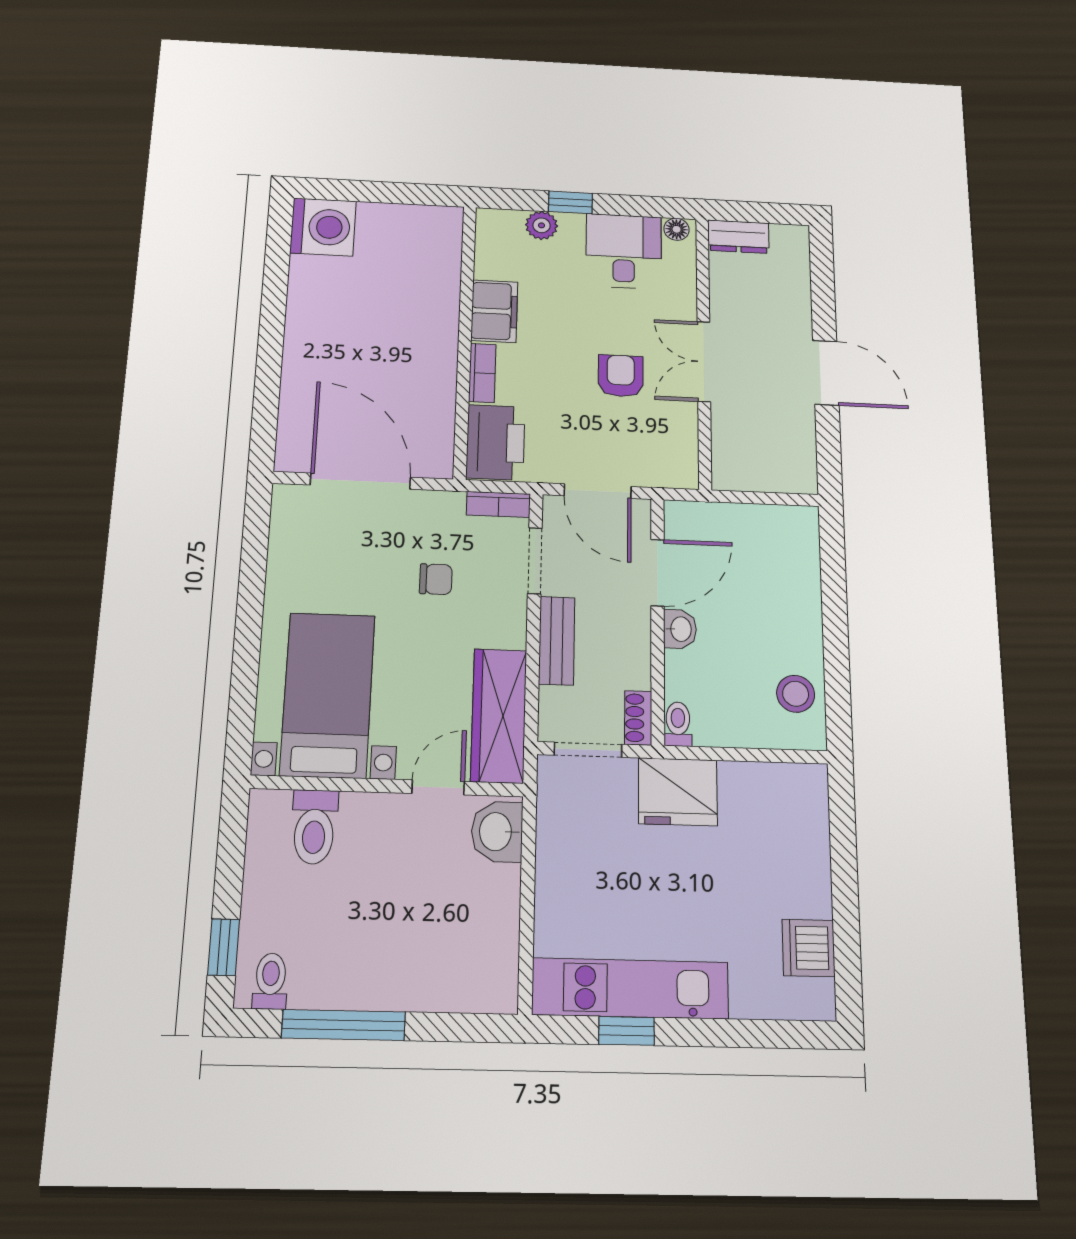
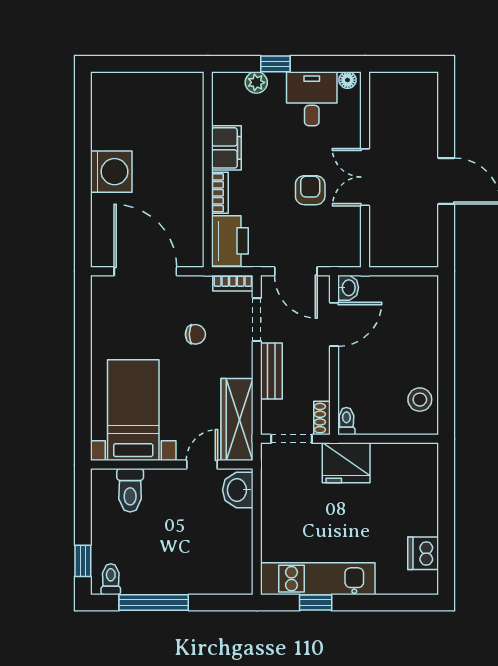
washing machine: (323, 227) -> (111, 172), moved
dresser: (738, 237) -> (390, 83), removed
washbasin: (680, 629) -> (348, 288), moved

